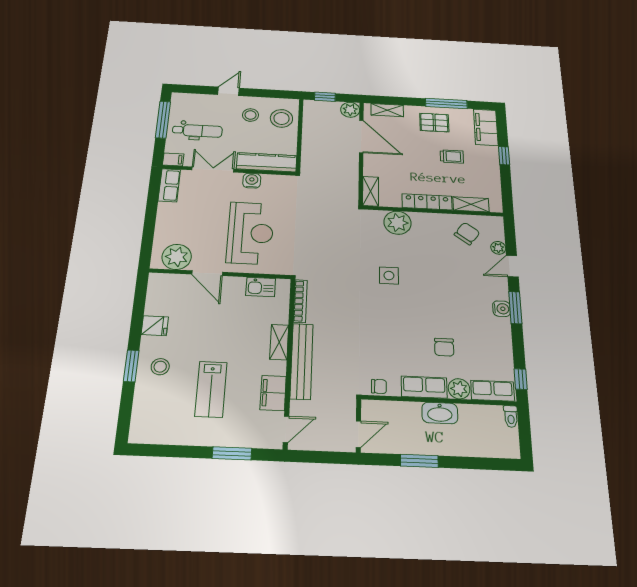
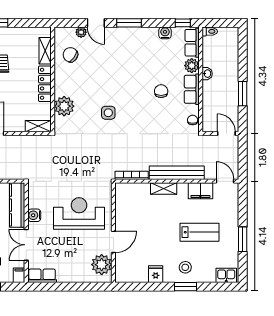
kitchen sink: (261, 287) -> (226, 275), moved, turned -90
water cooler: (501, 309) -> (165, 33), moved
chair: (444, 347) -> (161, 91), moved, turned -90
washbasin: (440, 413) -> (207, 74), width x0.52, depth x0.69
window: (232, 453) -> (243, 239), moved

